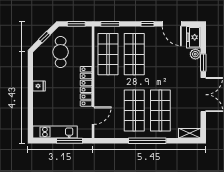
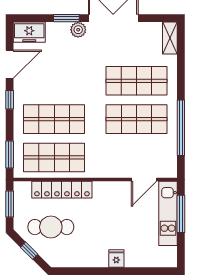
plant: (195, 54) -> (78, 30), moved
fridge: (39, 86) -> (116, 259), moved
locker: (86, 86) -> (62, 190), moved
door: (93, 116) -> (144, 180), swing flipped
kitchen unit: (55, 132) -> (168, 213), moved
window: (147, 141) -> (181, 128), moved

